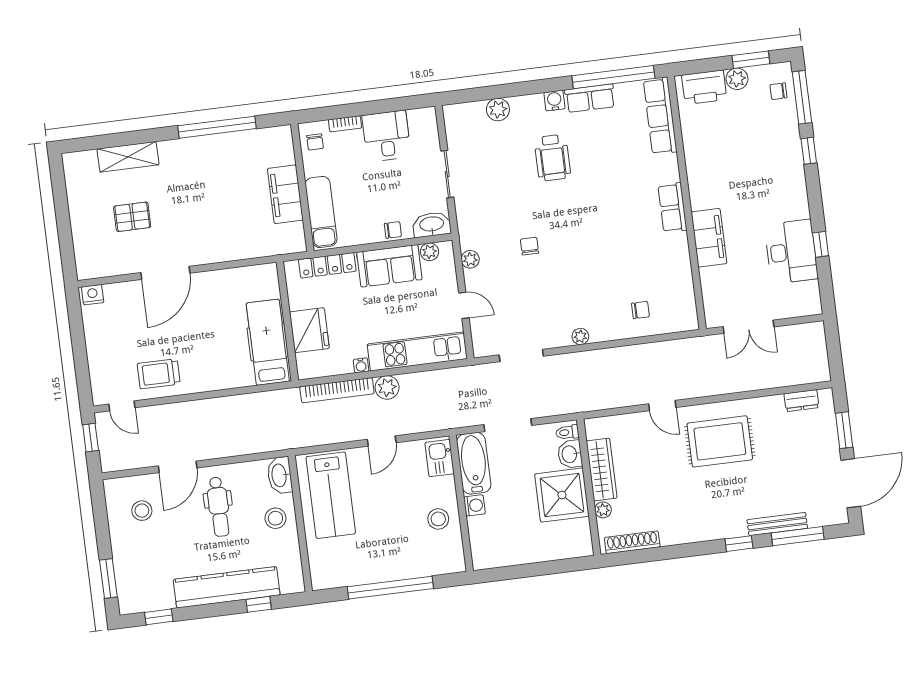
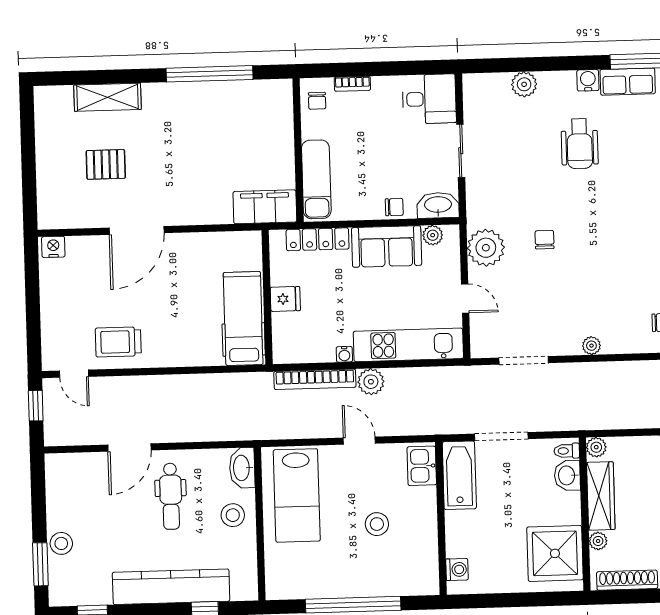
desk: (387, 136) -> (429, 99), moved, turned 90
filing cabinet: (285, 194) -> (265, 207), moved, turned 90
plant: (470, 259) -> (486, 248), width x1.87, depth x1.87
fridge: (309, 330) -> (285, 299), width x0.53, depth x0.75
plant: (593, 427) -> (596, 447), added
door: (382, 441) -> (359, 441), swing flipped
shower: (562, 495) -> (555, 553), moved
washing machine: (474, 505) -> (457, 569), moved
stool: (142, 511) -> (61, 543), moved
stool: (438, 519) -> (377, 524), moved

